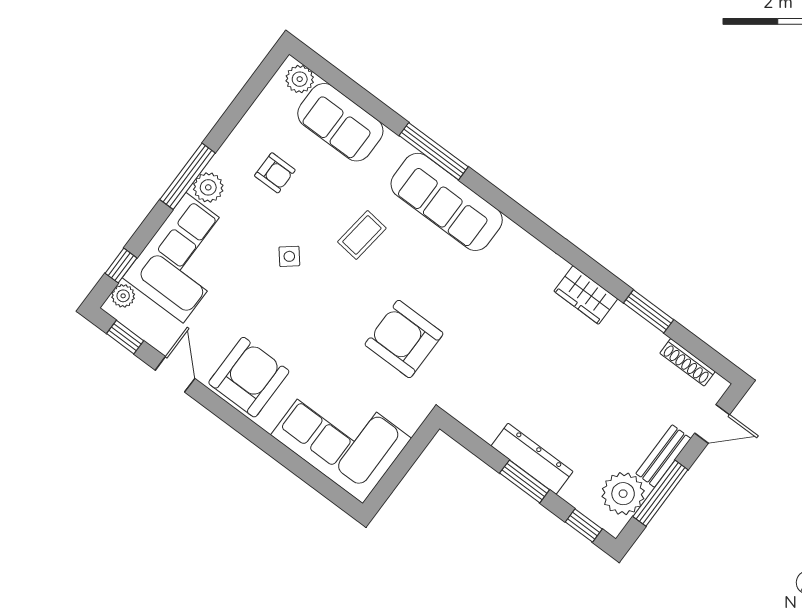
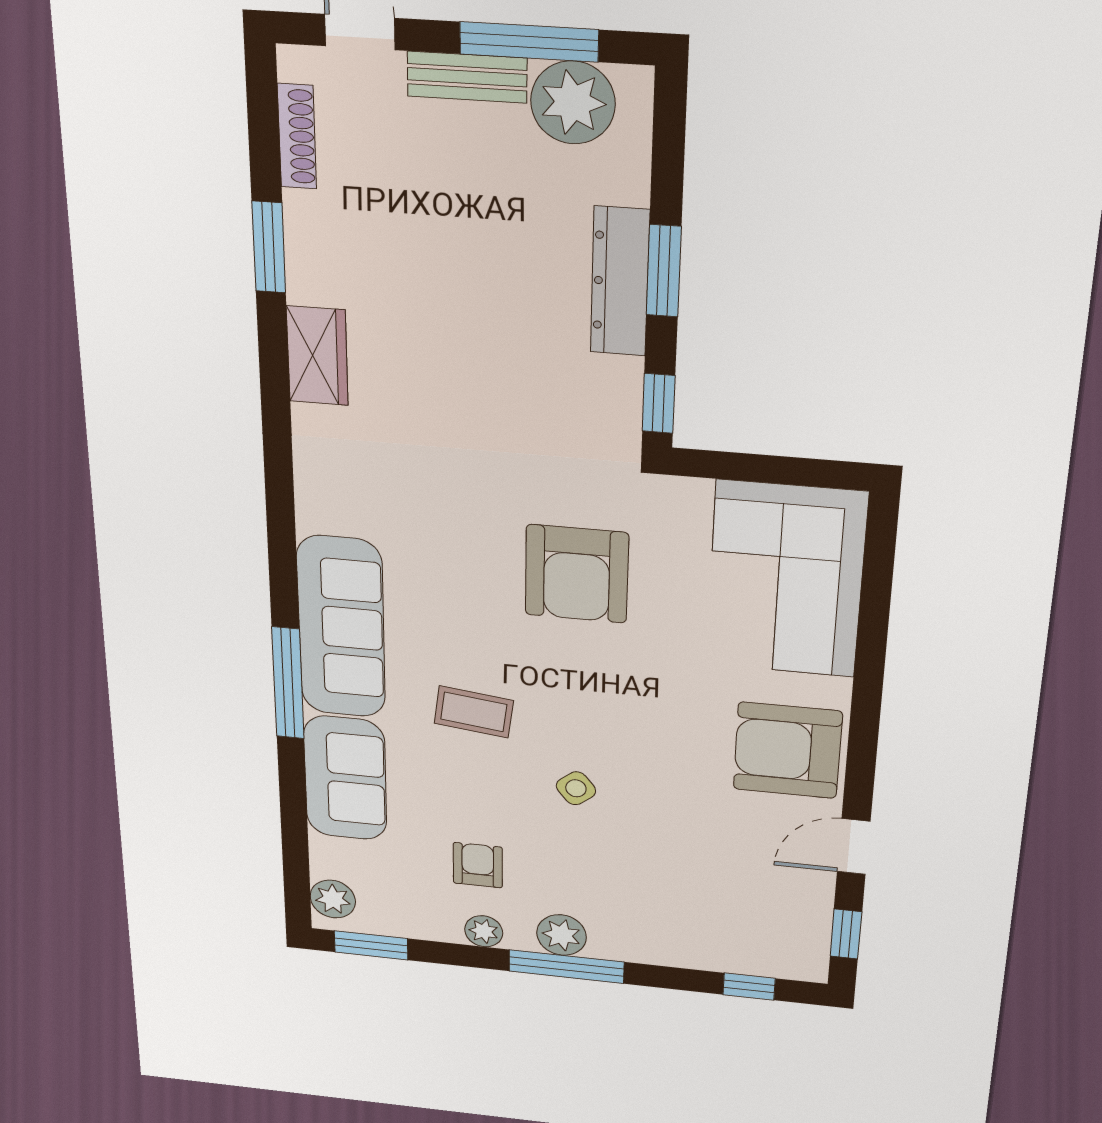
window: (260, 79) -> (371, 945), added
sofa: (340, 122) -> (345, 778), moved
corner sofa: (184, 258) -> (679, 916), removed
plant: (123, 296) -> (484, 931), moved
window: (584, 526) -> (659, 403), moved

